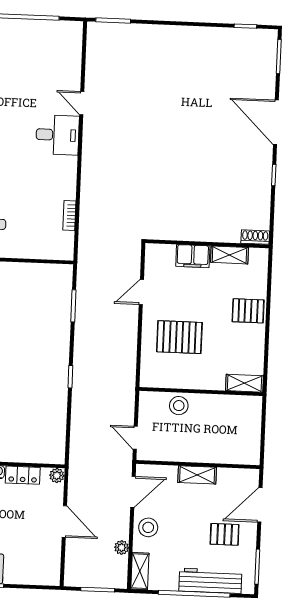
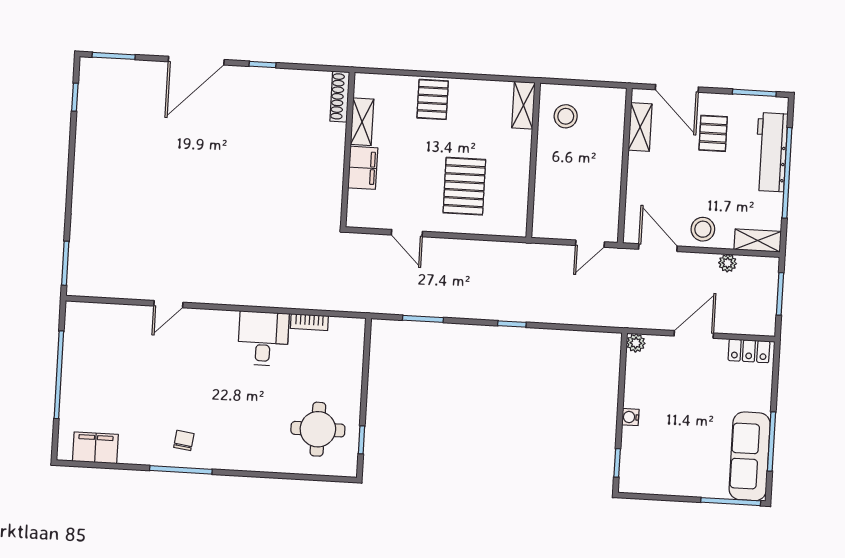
desk: (57, 135) -> (263, 339), moved
shoe rack: (255, 237) -> (340, 96), width x1.43
stool: (179, 406) -> (566, 116), moved
locker: (23, 475) -> (749, 351), moved, turned 90
shelving: (197, 475) -> (640, 127), moved

